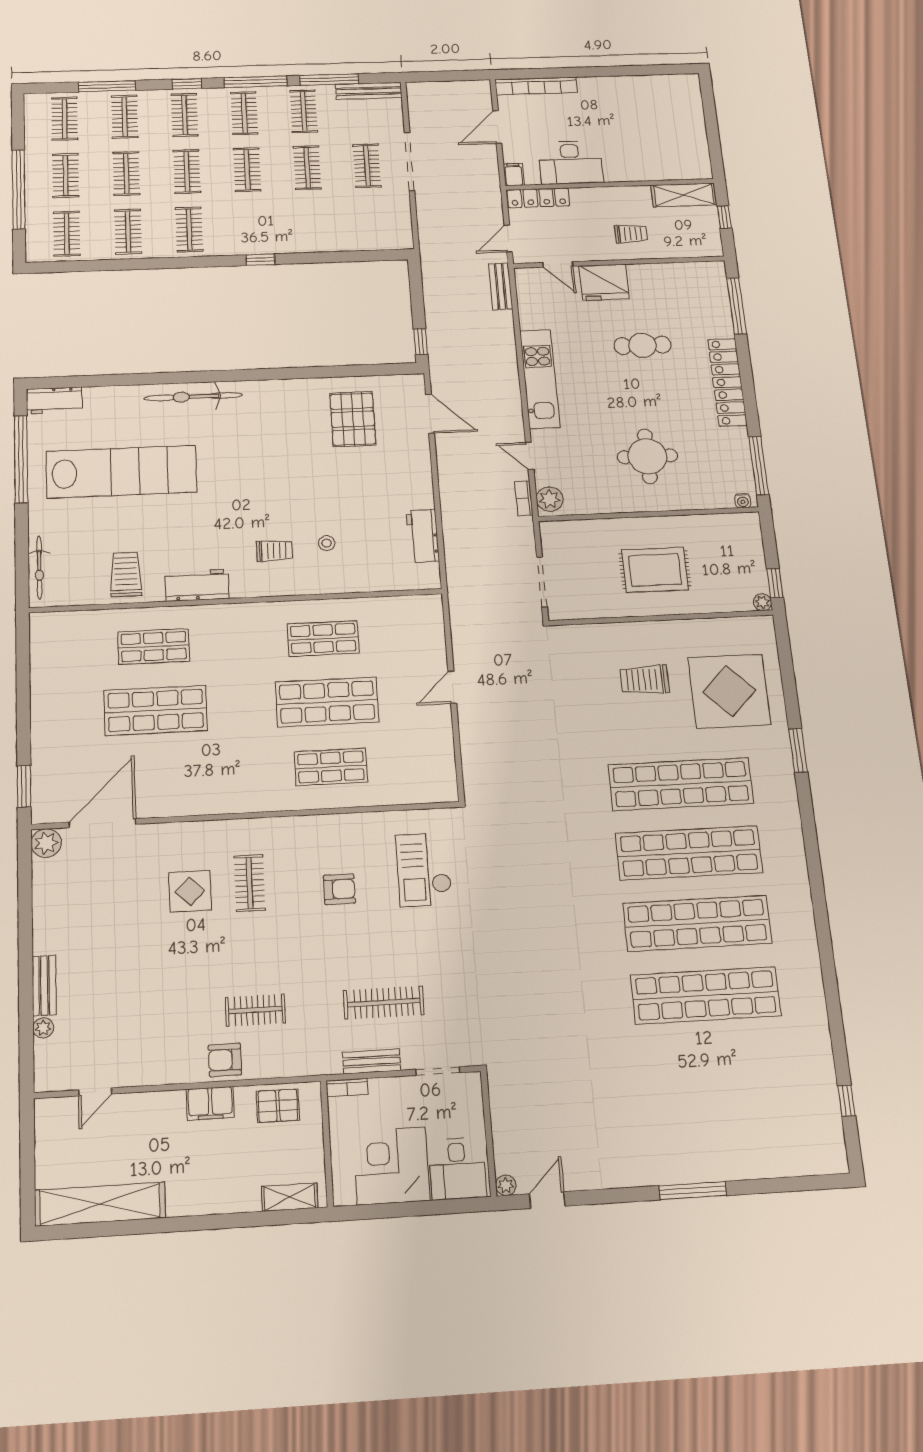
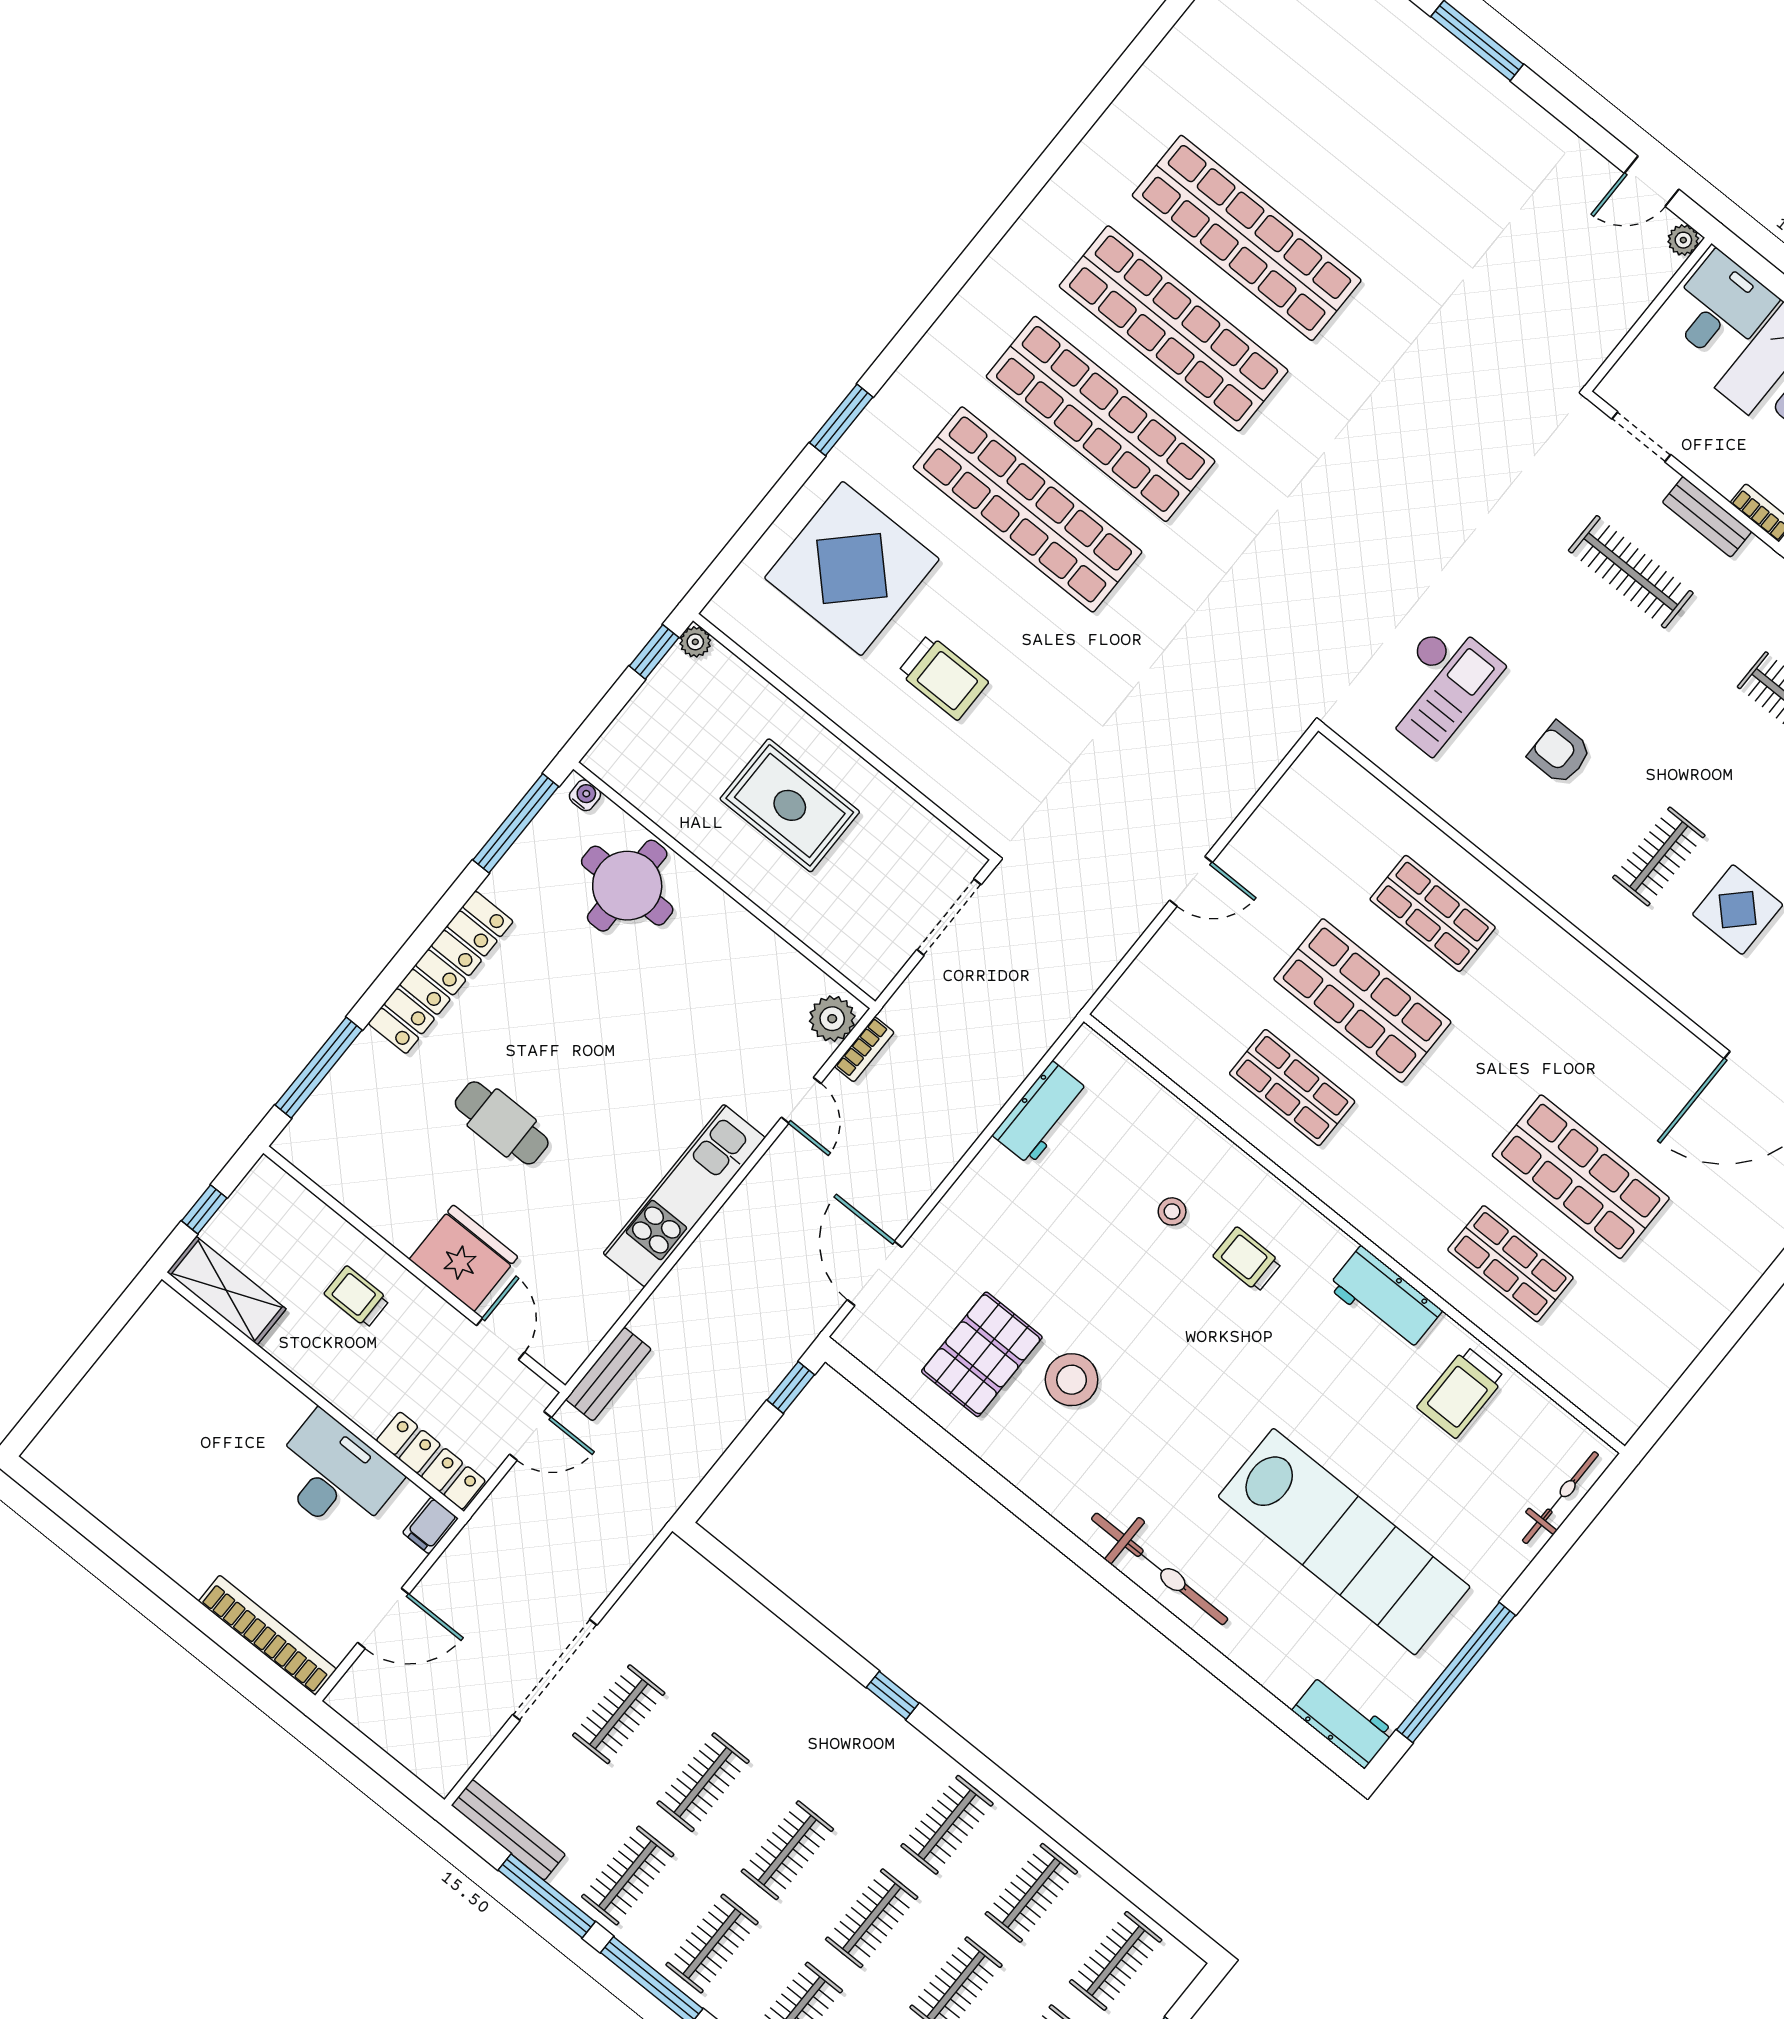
stool: (304, 440) -> (1072, 1380), added
round table: (647, 456) -> (627, 886), moved
lab bench: (121, 472) -> (1344, 1542), turned 180

